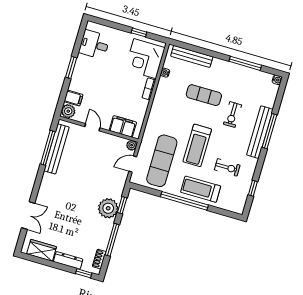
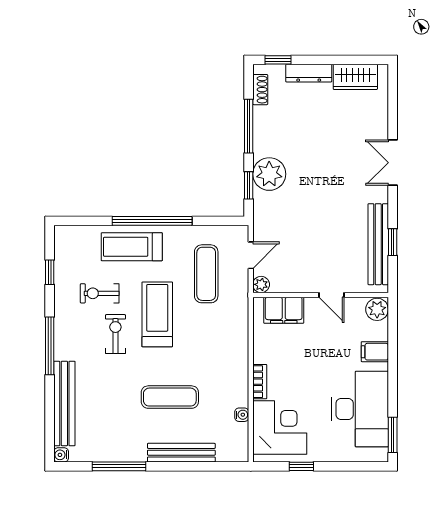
desk: (94, 45) -> (360, 409), width x1.87, depth x1.30
bench: (192, 56) -> (181, 453), moved
window: (71, 67) -> (393, 435), moved
filing cabinet: (73, 98) -> (375, 352), moved
exercise bike: (232, 115) -> (115, 334), moved
window: (269, 131) -> (50, 346), moved
bench: (260, 132) -> (64, 403), moved
window: (48, 148) -> (393, 242), width x0.46
exercise mat: (162, 161) -> (206, 274), width x0.73, depth x0.69
treadmill: (201, 189) -> (132, 247), turned 180
double door: (28, 215) -> (393, 163), moved

